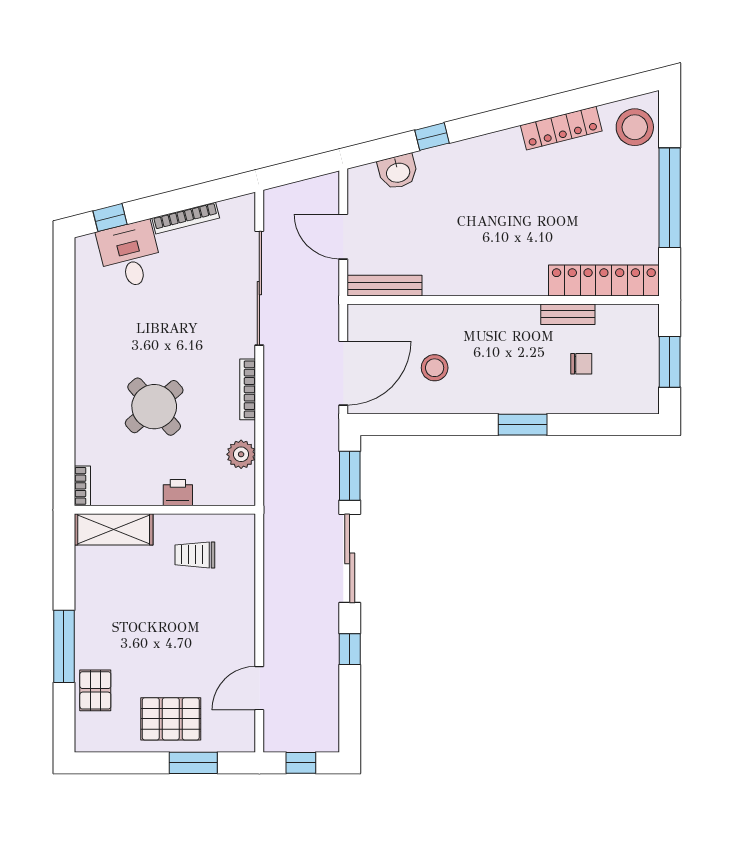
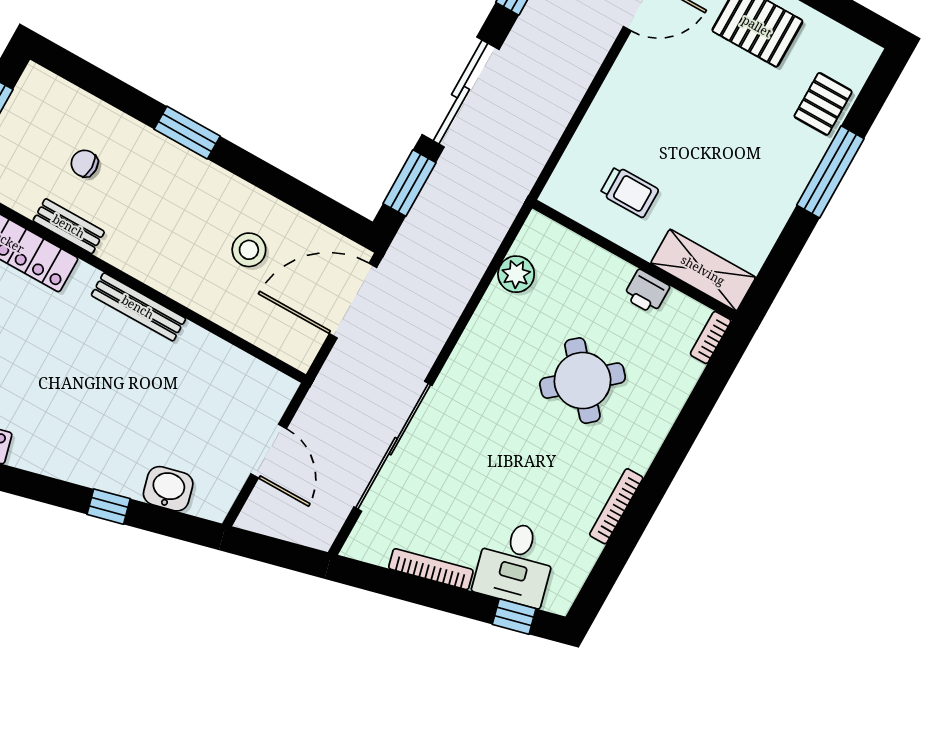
bench: (384, 286) -> (138, 307), moved
bookcase: (248, 389) -> (616, 506), moved, turned 180
printer: (178, 493) -> (646, 292), moved

